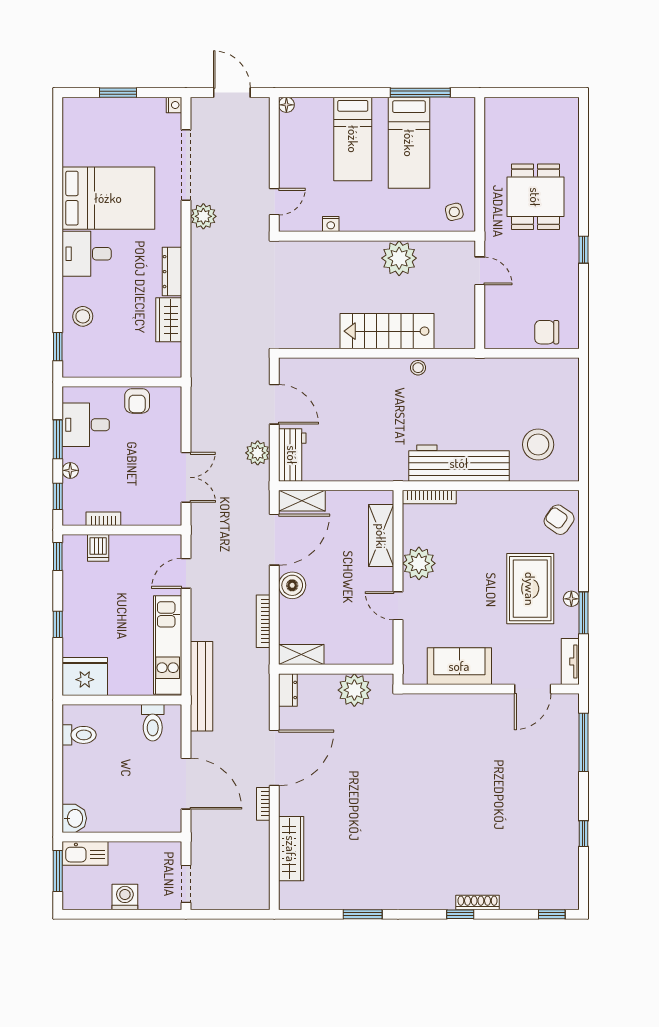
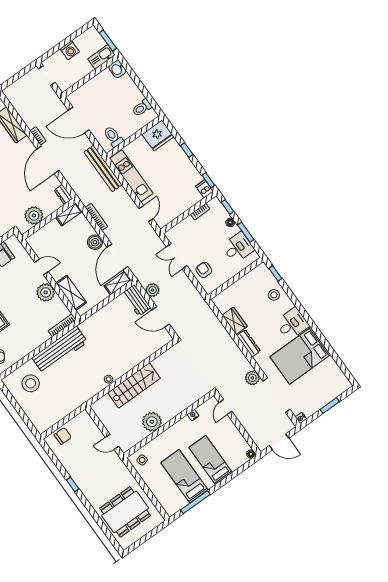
dining table: (535, 197) -> (125, 512), moved, width x1.38
armchair: (137, 401) -> (204, 270), moved
dishwasher: (98, 548) -> (204, 189), moved

